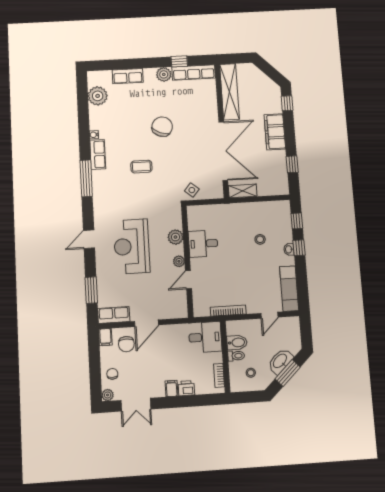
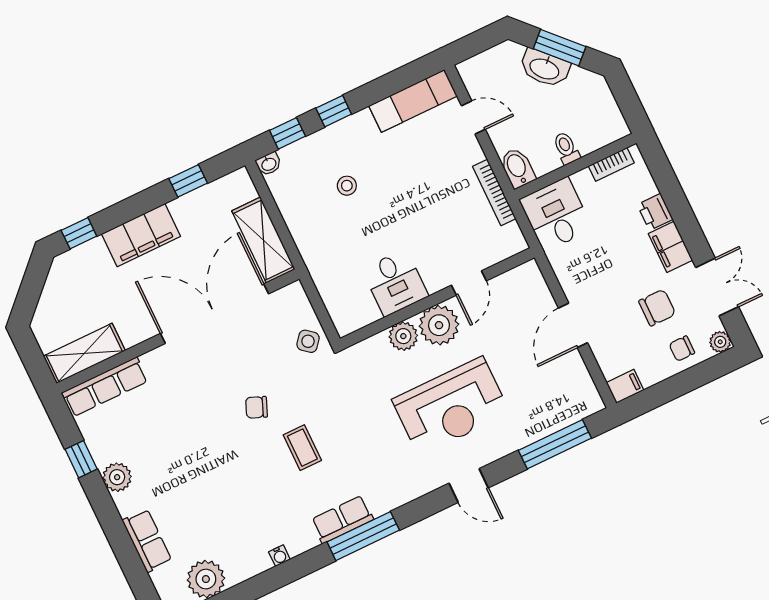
row of seats: (194, 72) -> (105, 387), moved, turned 90
shelving: (230, 92) -> (84, 353), width x0.68
chair: (162, 127) -> (257, 407), moved, width x0.54, depth x0.54
row of seats: (98, 154) -> (342, 519), moved
shelving: (243, 191) -> (263, 240), width x1.50, depth x1.33
washbasin: (289, 249) -> (269, 164), moved
plant: (179, 261) -> (439, 325), width x1.87, depth x1.87
door: (188, 280) -> (469, 283), hinge flipped
window: (91, 290) -> (555, 444), width x1.44
row of seats: (114, 315) -> (582, 388), removed
door: (146, 323) -> (573, 325), swing flipped
bidet: (237, 343) -> (517, 168), moved
chair: (126, 344) -> (657, 308), moved
stool: (251, 373) -> (585, 112), removed
filing cabinet: (172, 389) -> (671, 247), width x2.00

